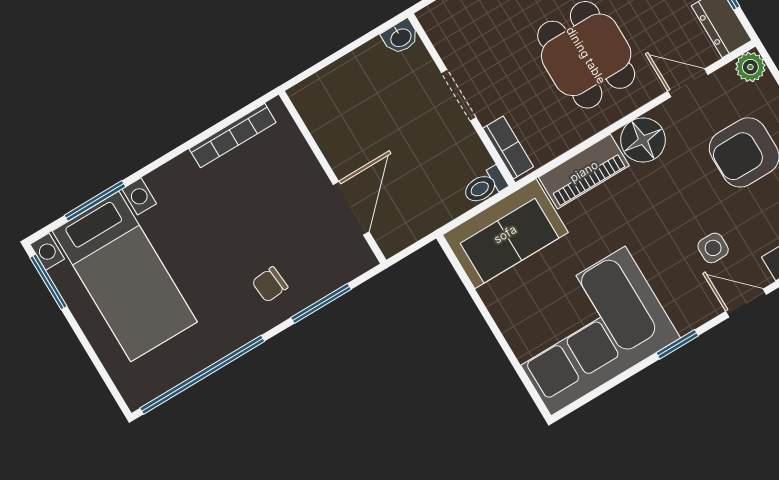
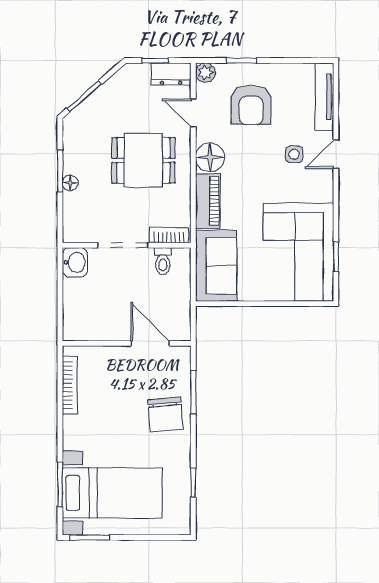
washbasin: (400, 37) -> (75, 262), width x1.38, depth x1.45
door: (688, 83) -> (193, 113), hinge flipped
doorway: (459, 95) -> (123, 245), width x1.38
toilet: (485, 186) -> (163, 261), moved
chair: (270, 284) -> (166, 414), width x1.87, depth x1.87
window: (677, 344) -> (336, 257), moved
window: (202, 375) -> (193, 483), width x0.32

